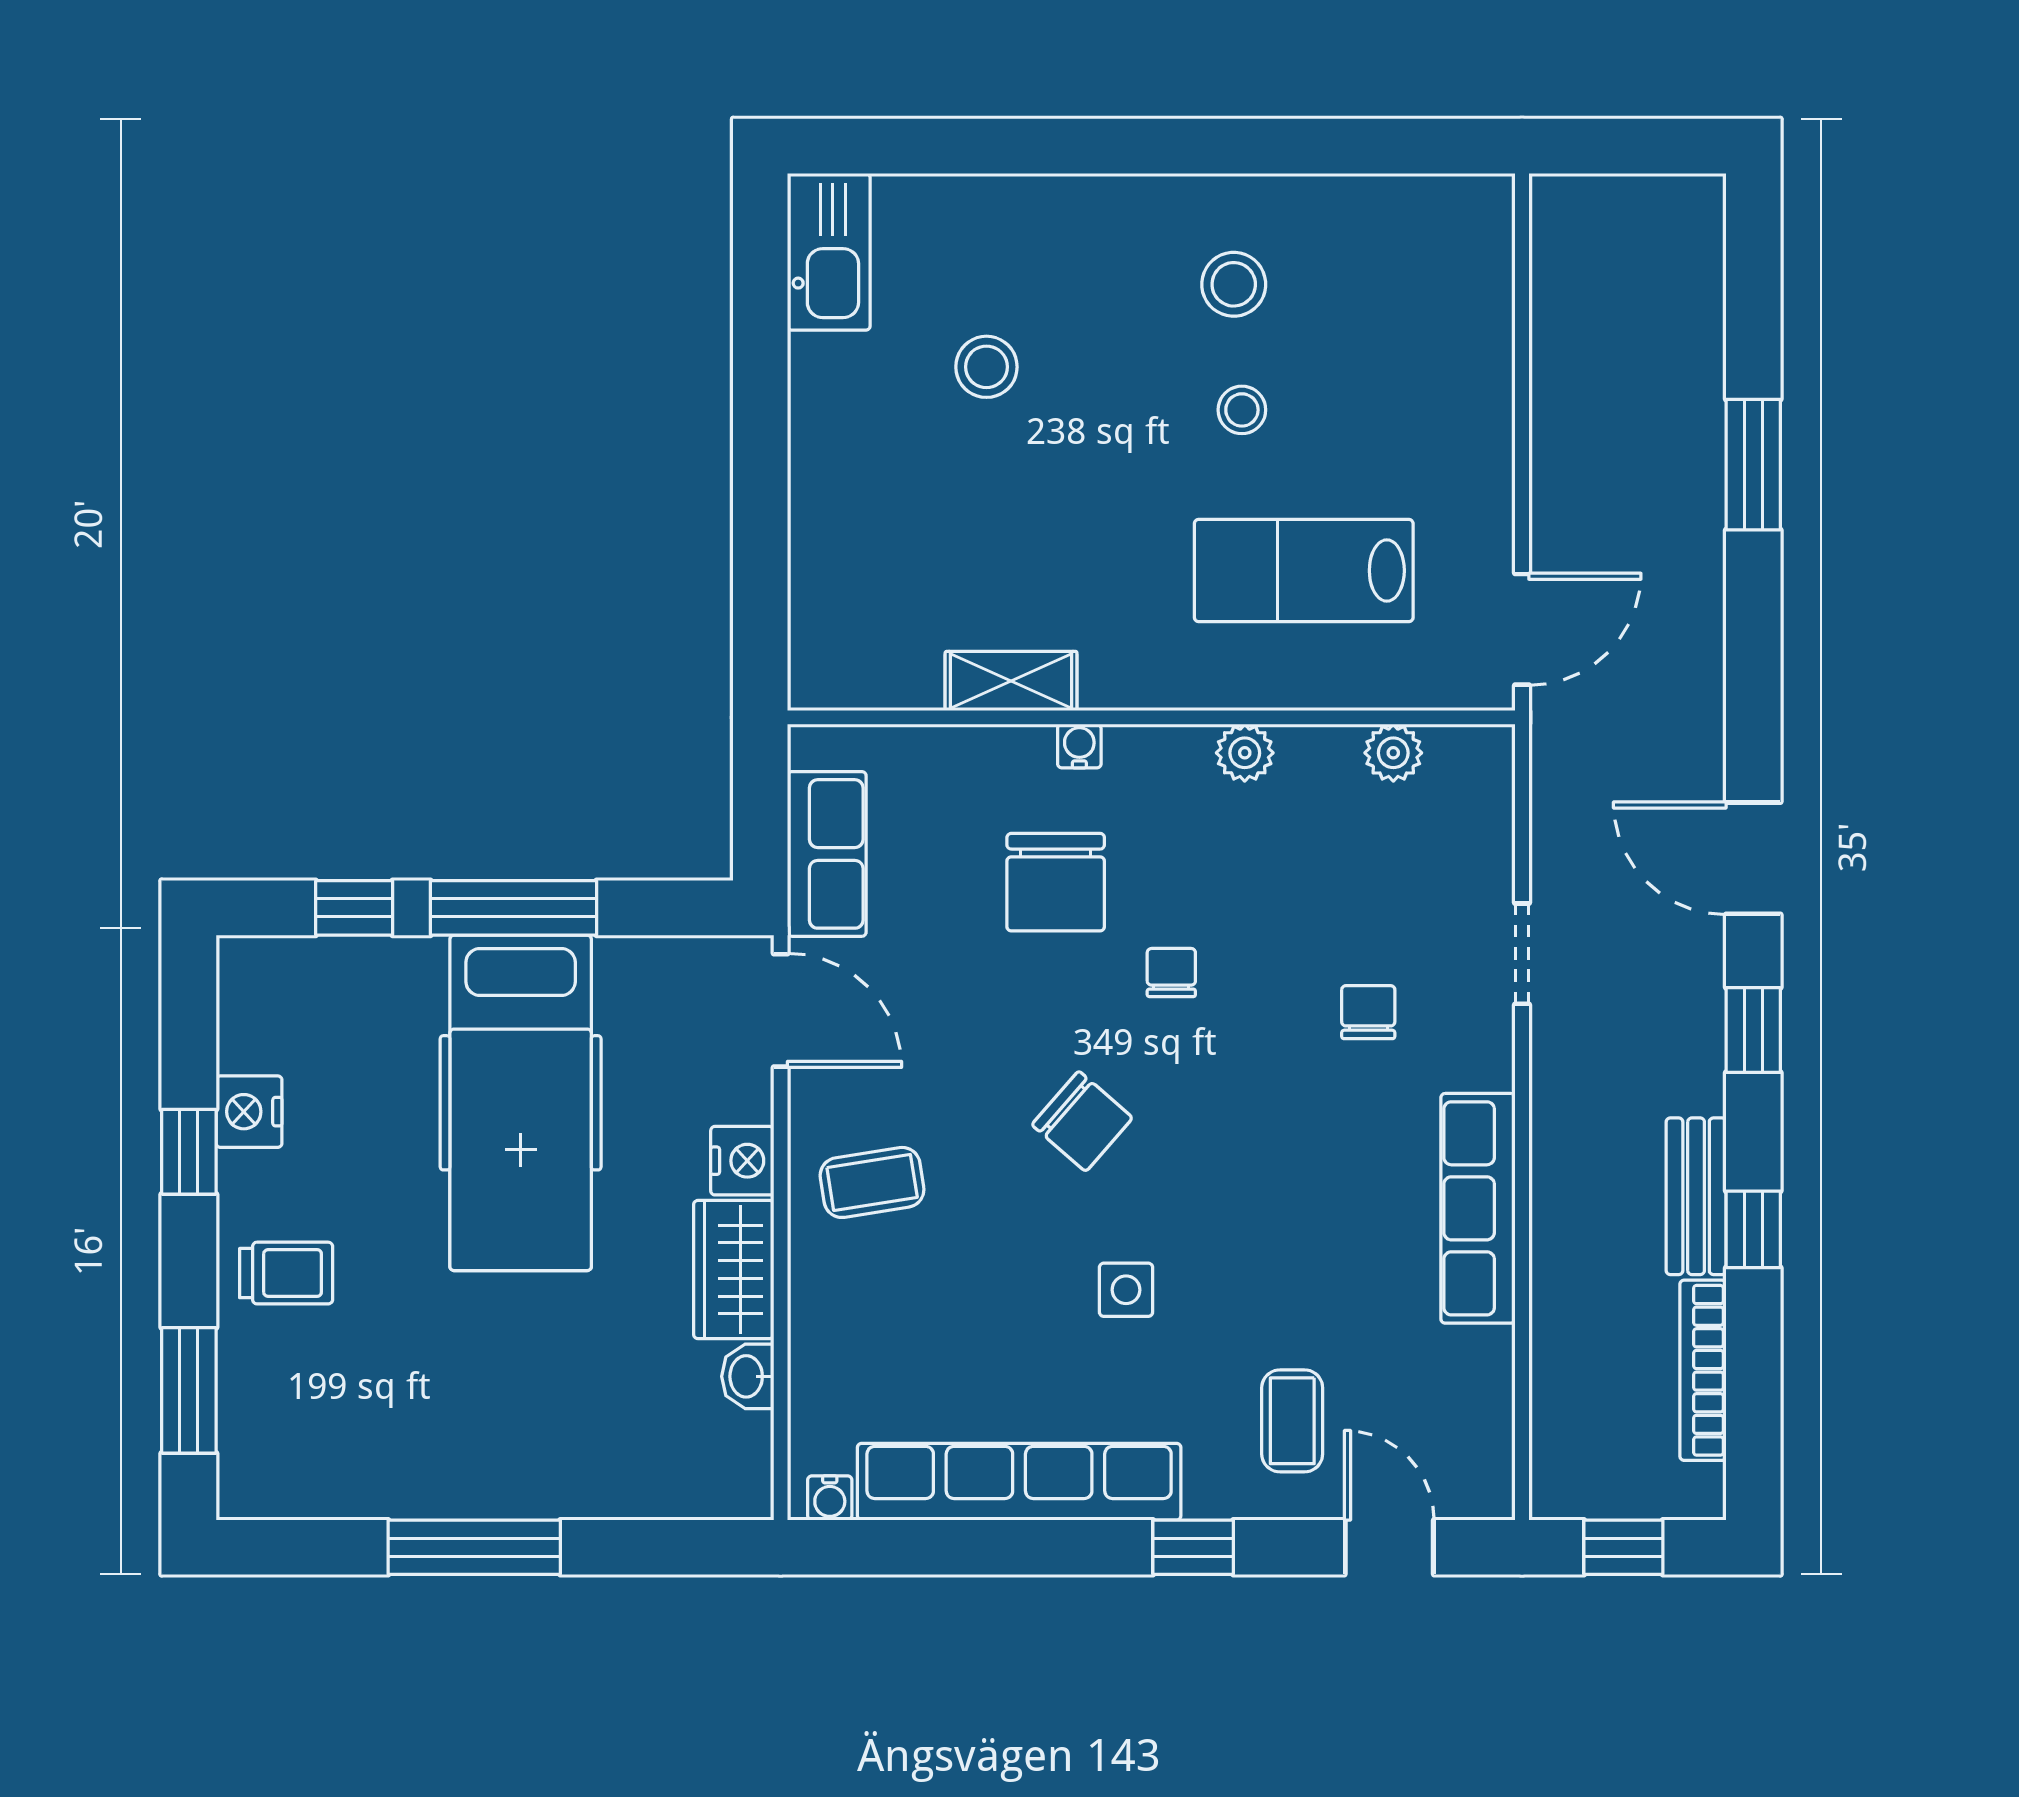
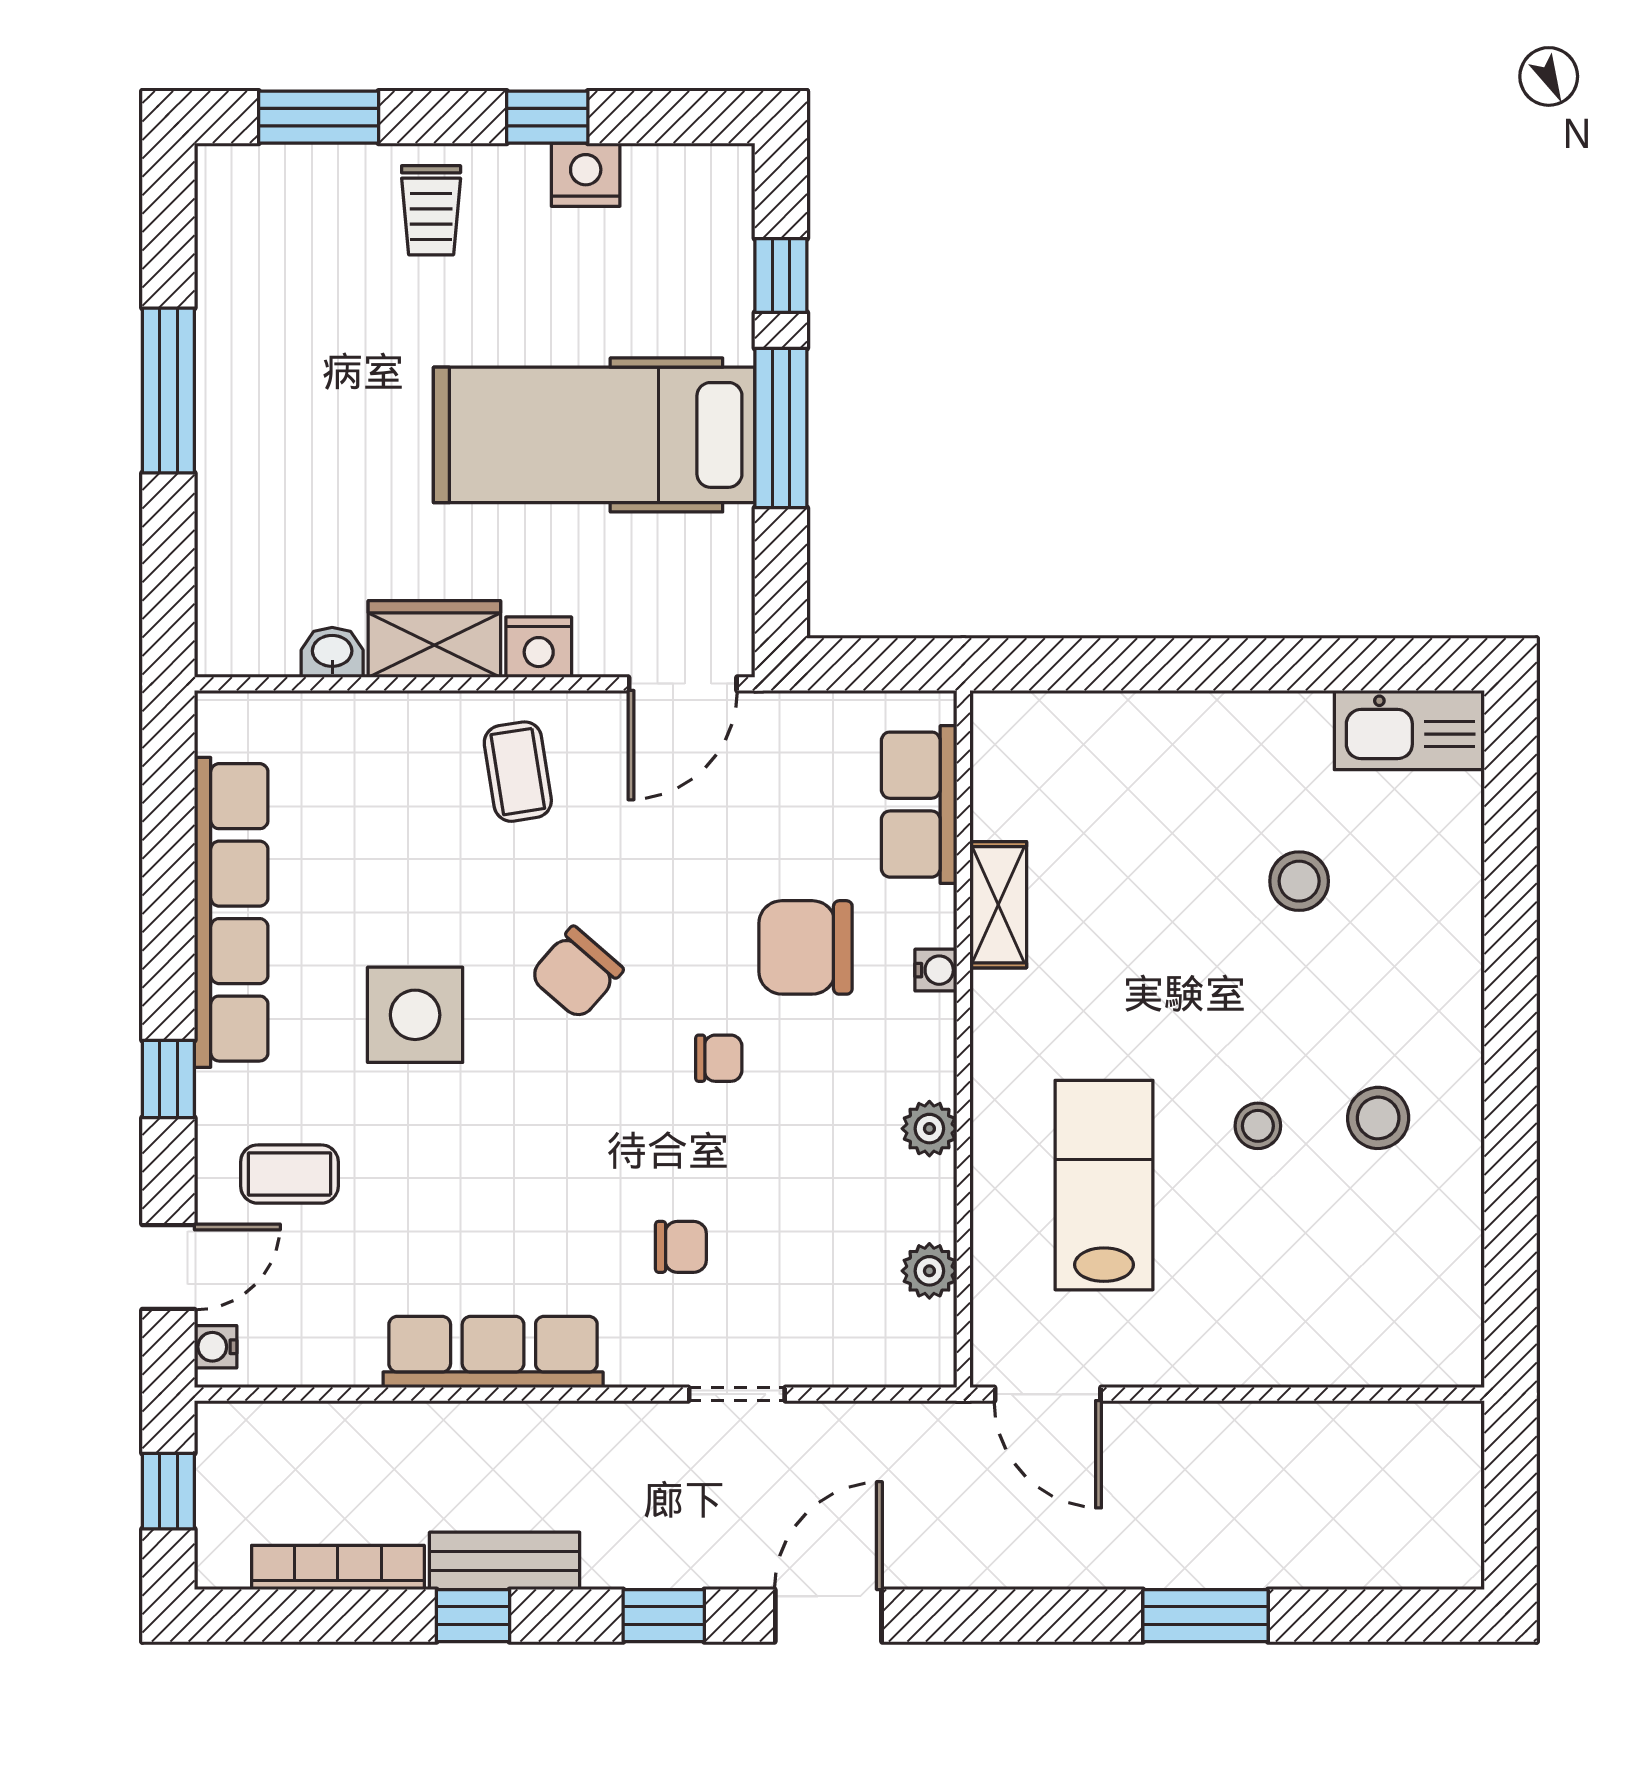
row of seats: (827, 854) -> (919, 805), moved, turned 90
side table: (1126, 1290) -> (415, 1015), width x1.87, depth x1.87
water cooler: (830, 1498) -> (216, 1347), moved

